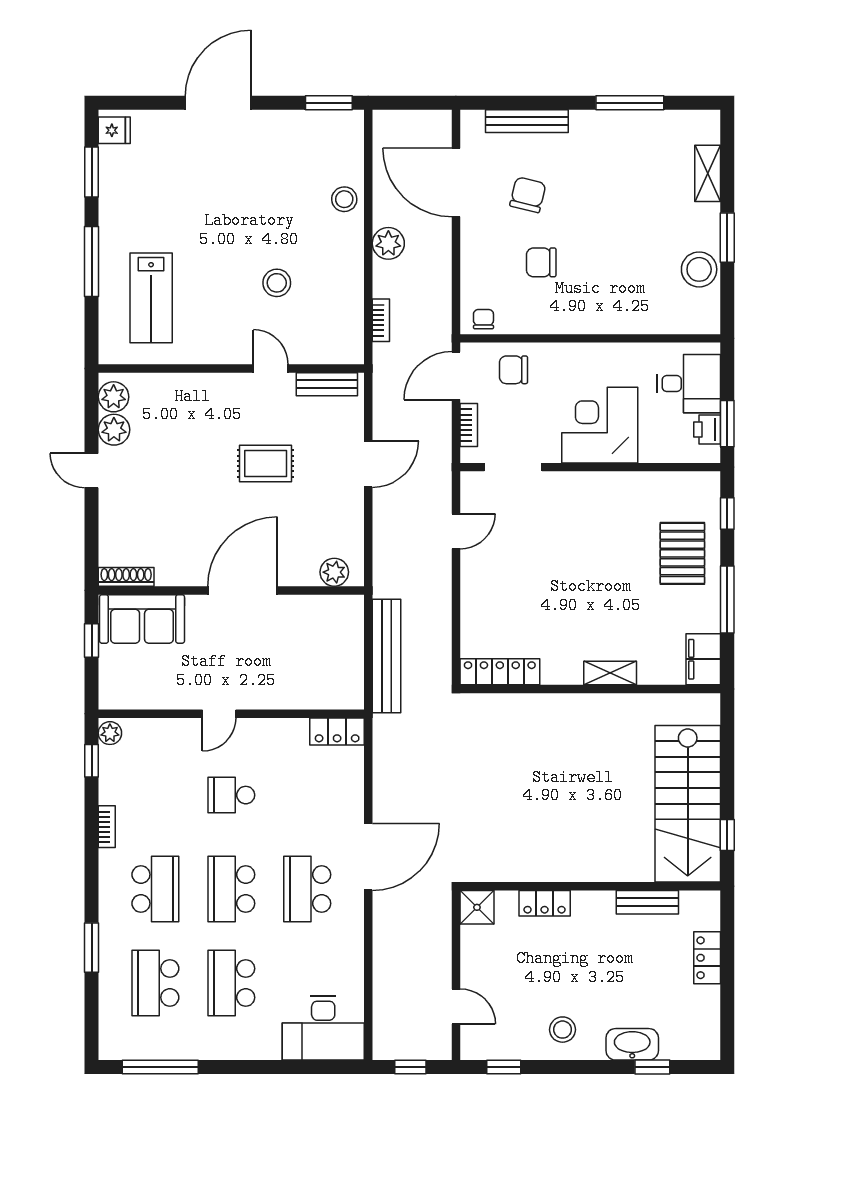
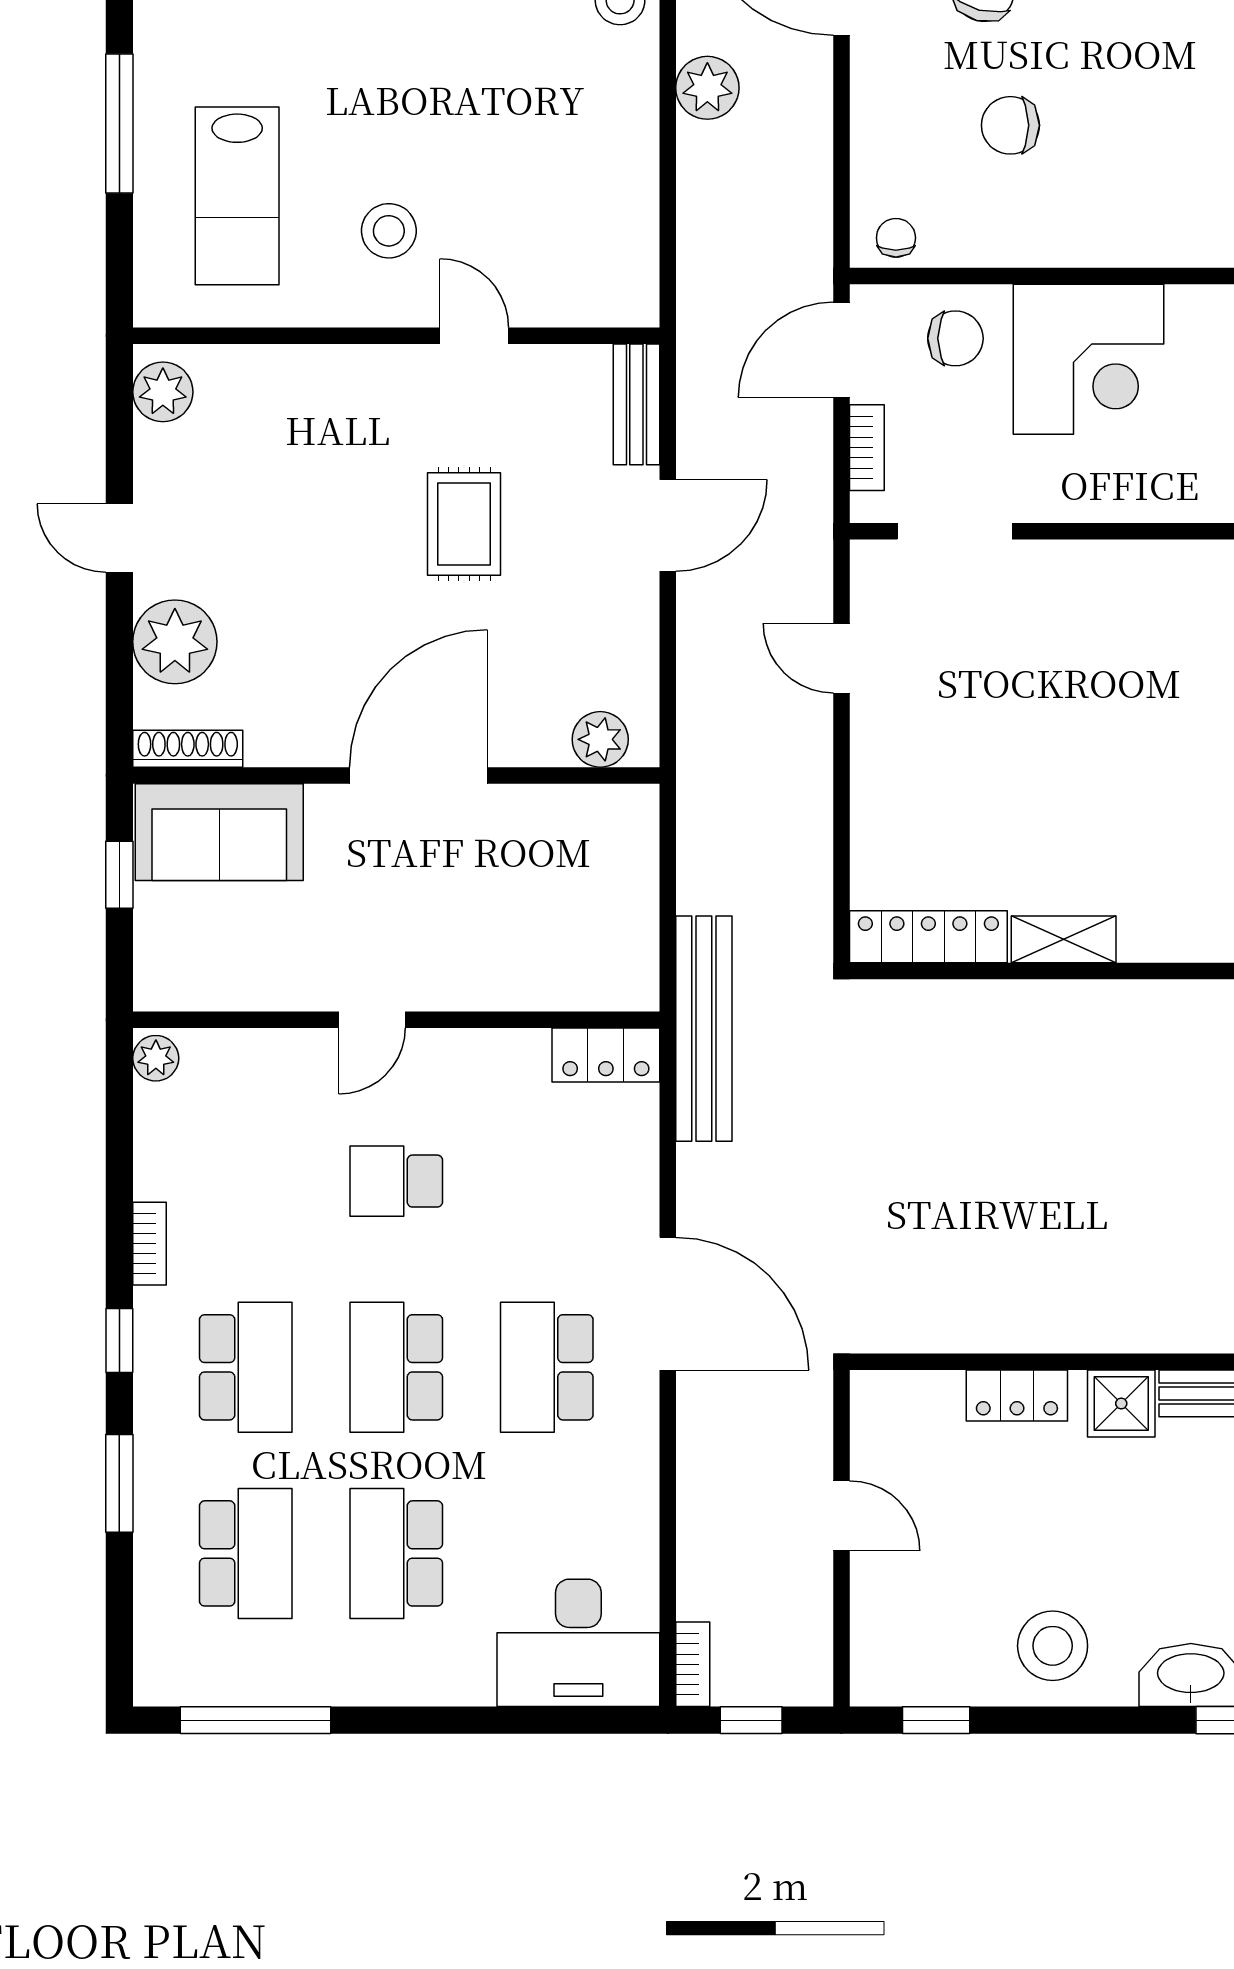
stool: (277, 283) -> (389, 231), moved
bookcase: (381, 320) -> (693, 1664), moved
chair: (513, 370) -> (955, 338), turned 180
bench: (327, 384) -> (636, 404), moved, turned 90
corner desk: (600, 425) -> (1089, 359), moved, turned 180
plant: (114, 430) -> (175, 642), moved, width x1.36, depth x1.36
rug: (266, 463) -> (464, 524), turned 90
door: (456, 531) -> (841, 658), swing flipped
bench: (387, 656) -> (704, 1029), moved
shelving: (610, 673) -> (1064, 939), moved
window: (92, 761) -> (119, 1341), moved
door: (368, 857) -> (668, 1304), hinge flipped
shower: (477, 907) -> (1121, 1403), moved
school desk: (155, 983) -> (246, 1553), turned 180
door: (456, 1006) -> (841, 1516), moved
stool: (563, 1030) -> (1053, 1646), width x1.38, depth x1.38

